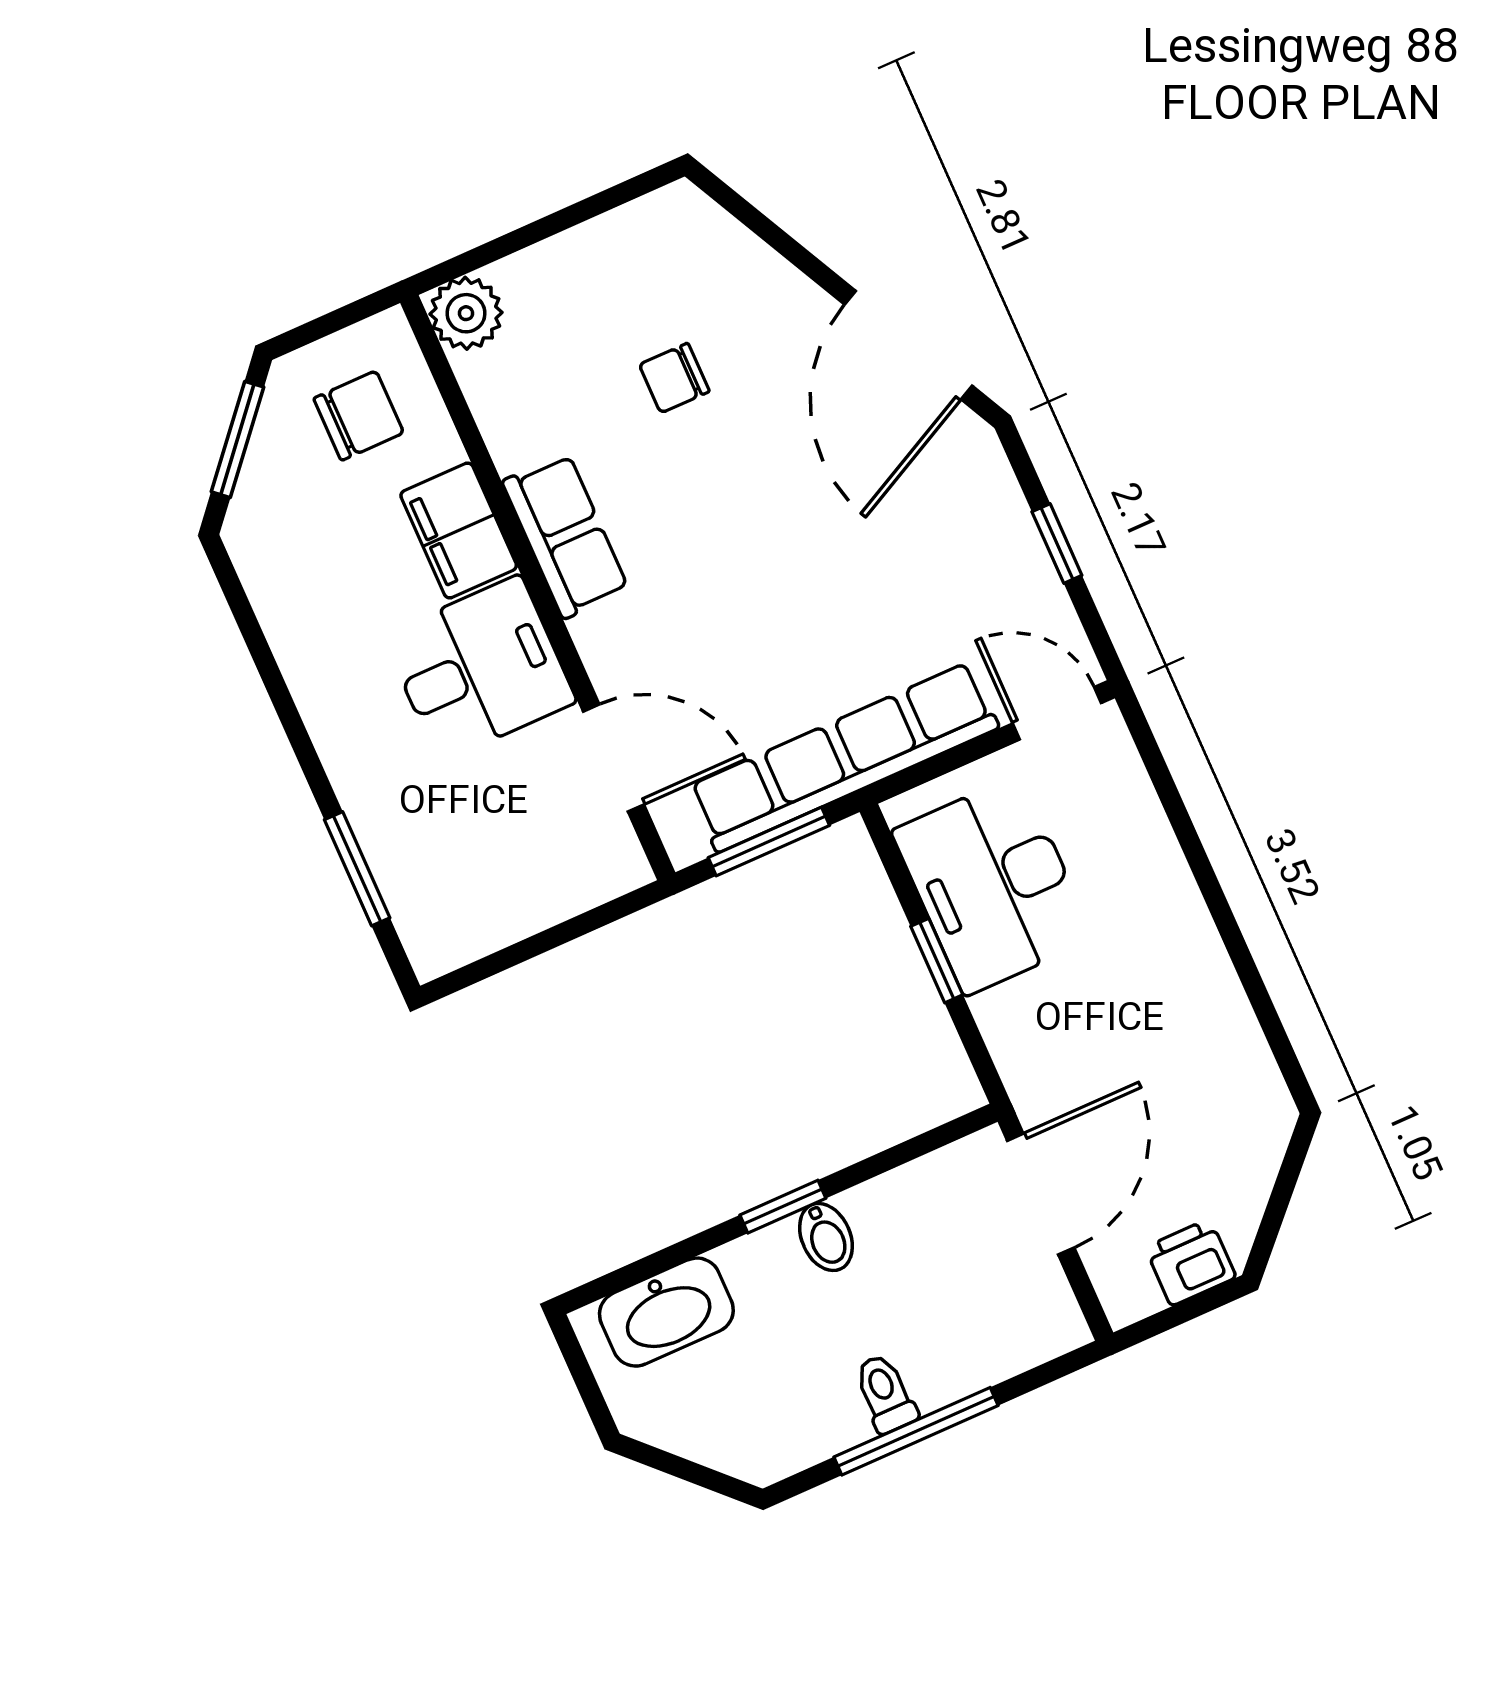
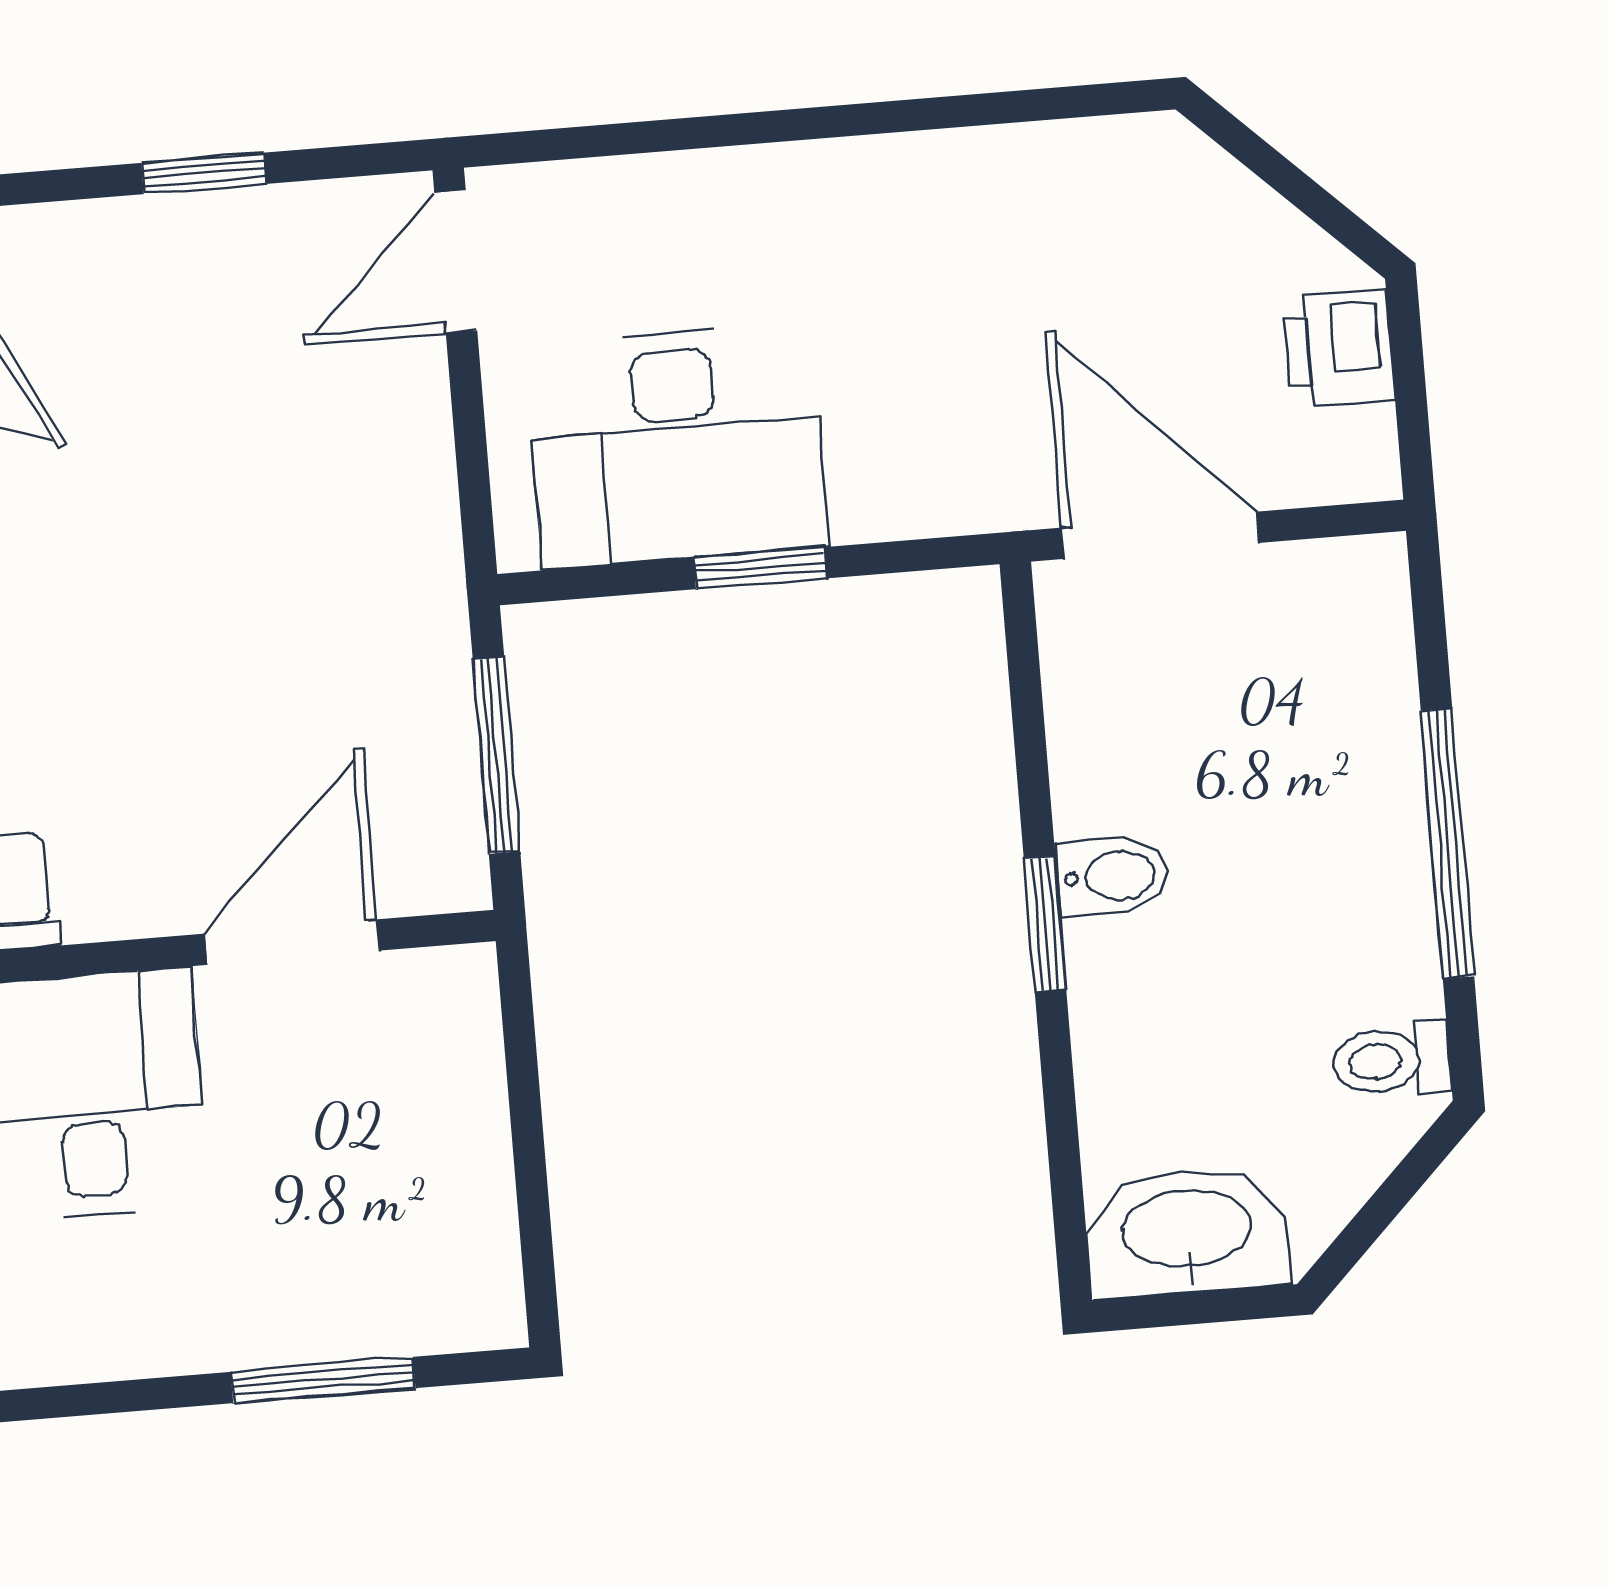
row of seats: (843, 757) -> (410, 601), removed
washbasin: (666, 1312) -> (1187, 1232), moved, turned -90
toilet: (885, 1394) -> (1391, 1061), moved

